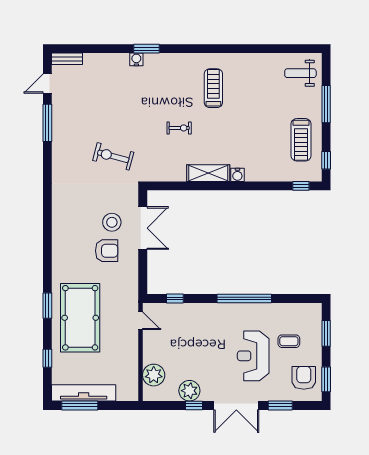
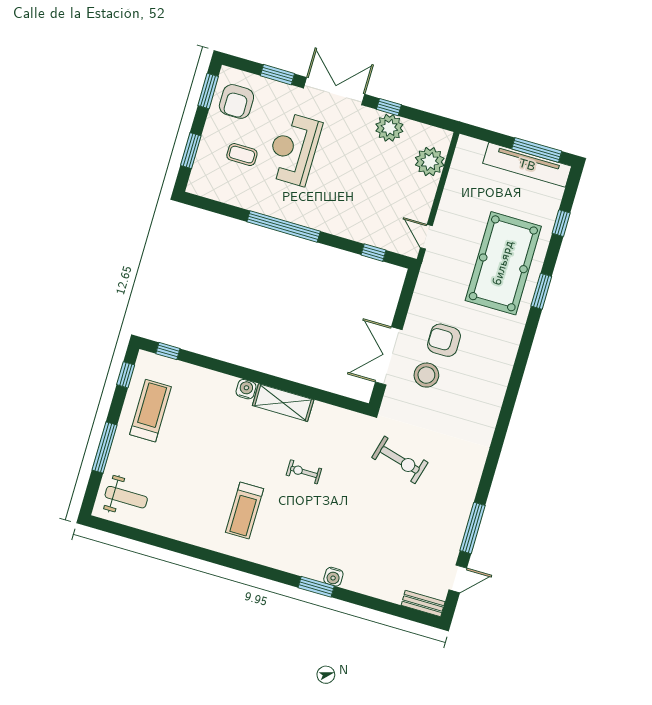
reception desk: (253, 356) -> (294, 149), turned 180

